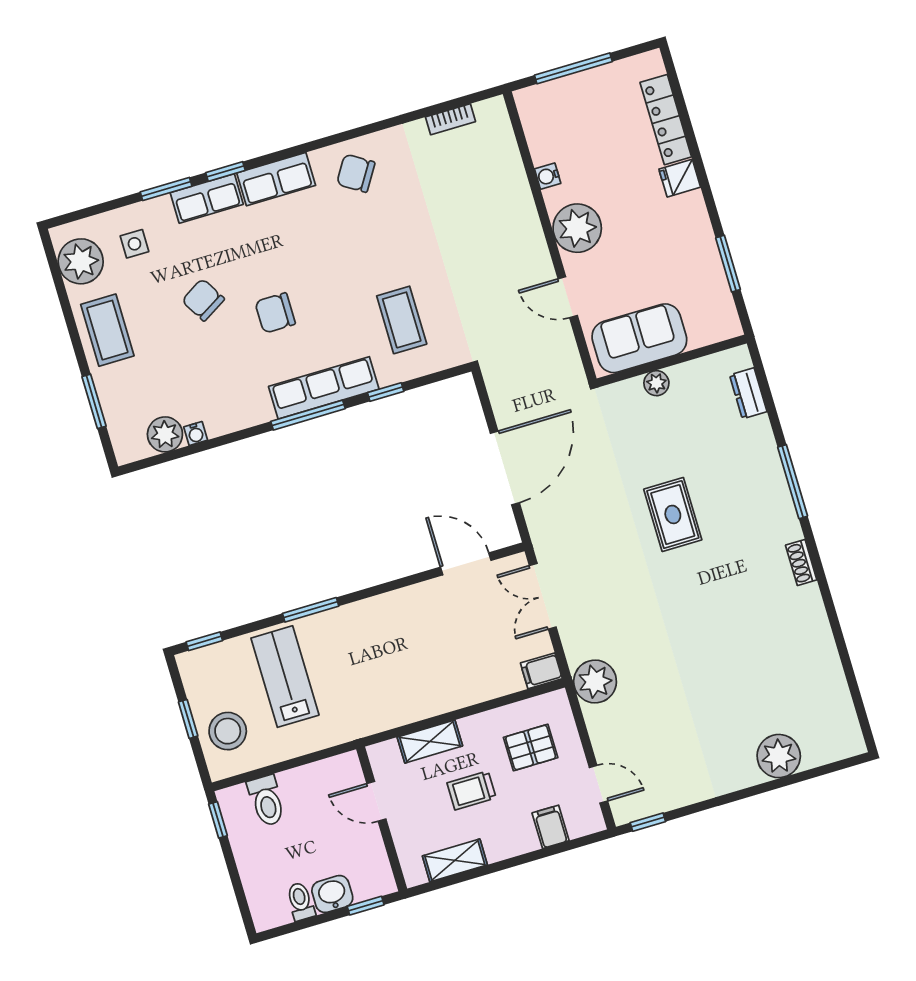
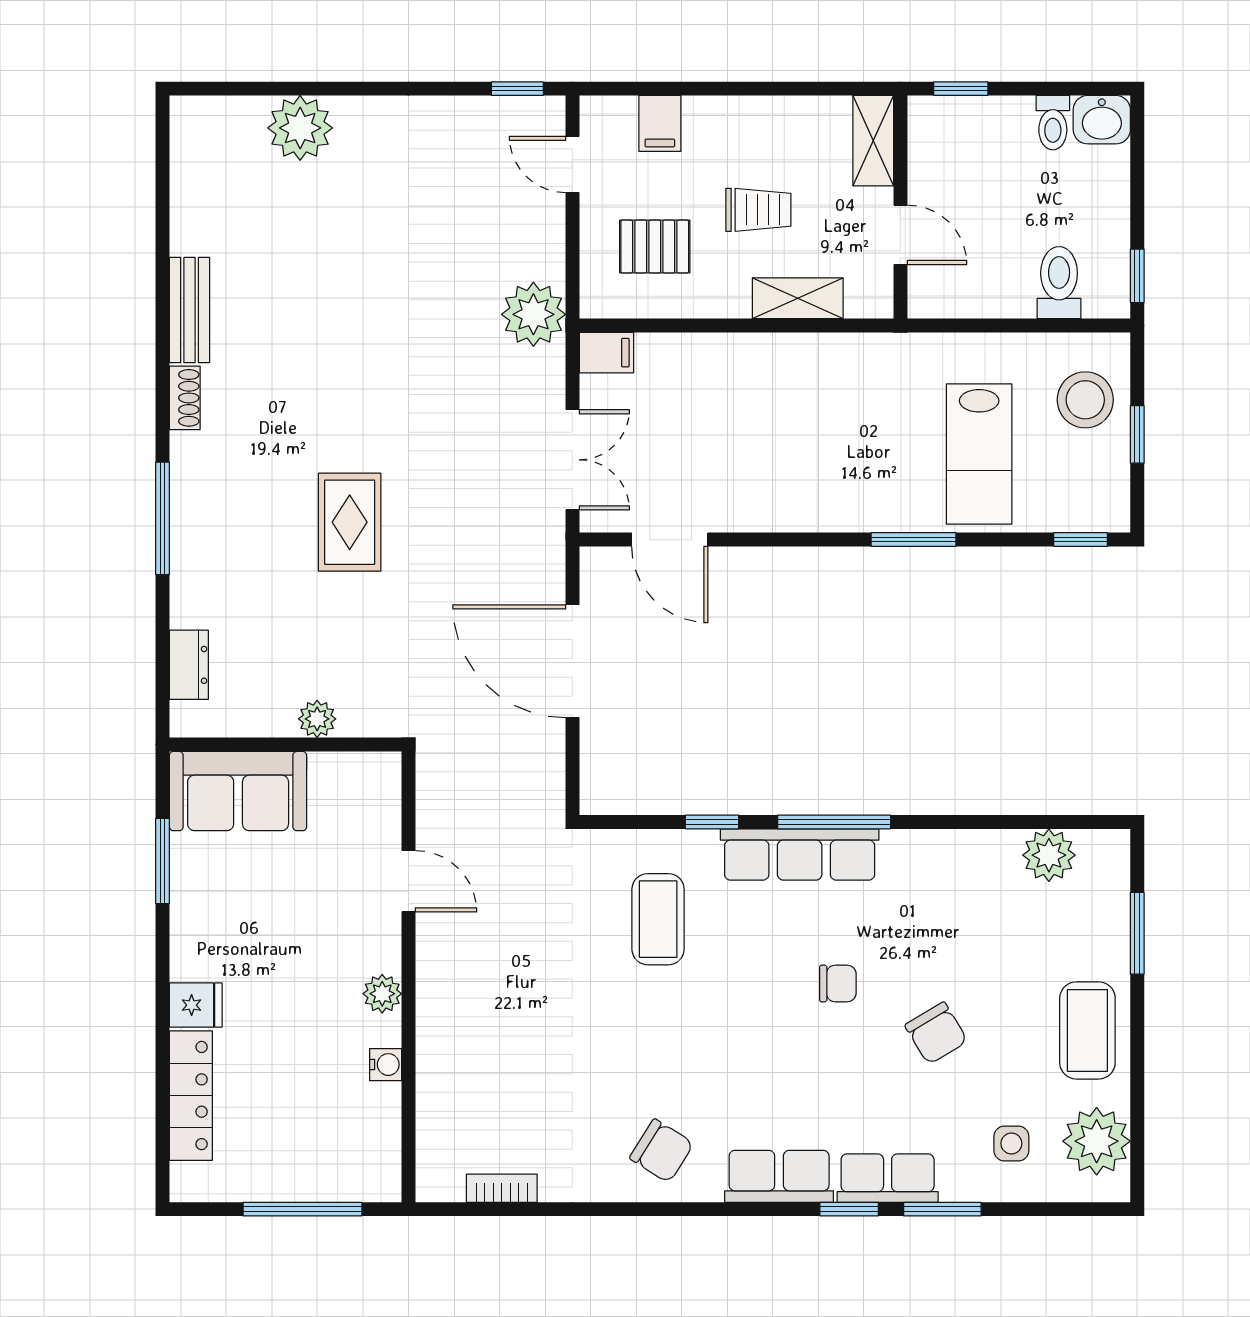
plant: (577, 228) -> (382, 994), width x0.53, depth x0.53
chair: (275, 313) -> (838, 984), width x0.73, depth x0.73
sofa: (639, 338) -> (238, 791), moved
water cooler: (196, 434) -> (1004, 843), removed
door: (505, 468) -> (572, 661), hinge flipped
bench: (815, 619) -> (189, 310), added
shelving: (455, 860) -> (873, 141), moved, turned 90
washbasin: (332, 894) -> (1102, 120), moved

